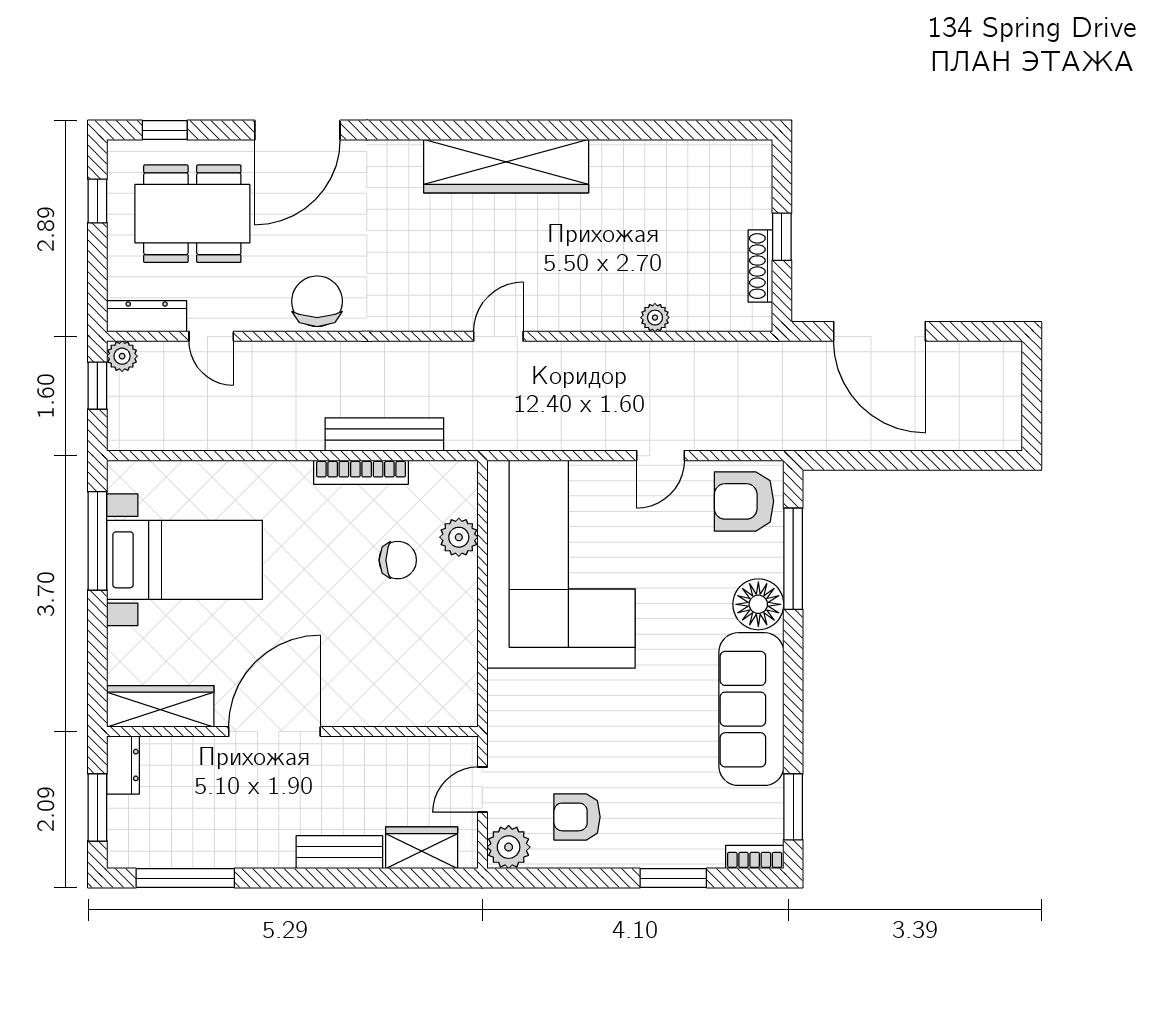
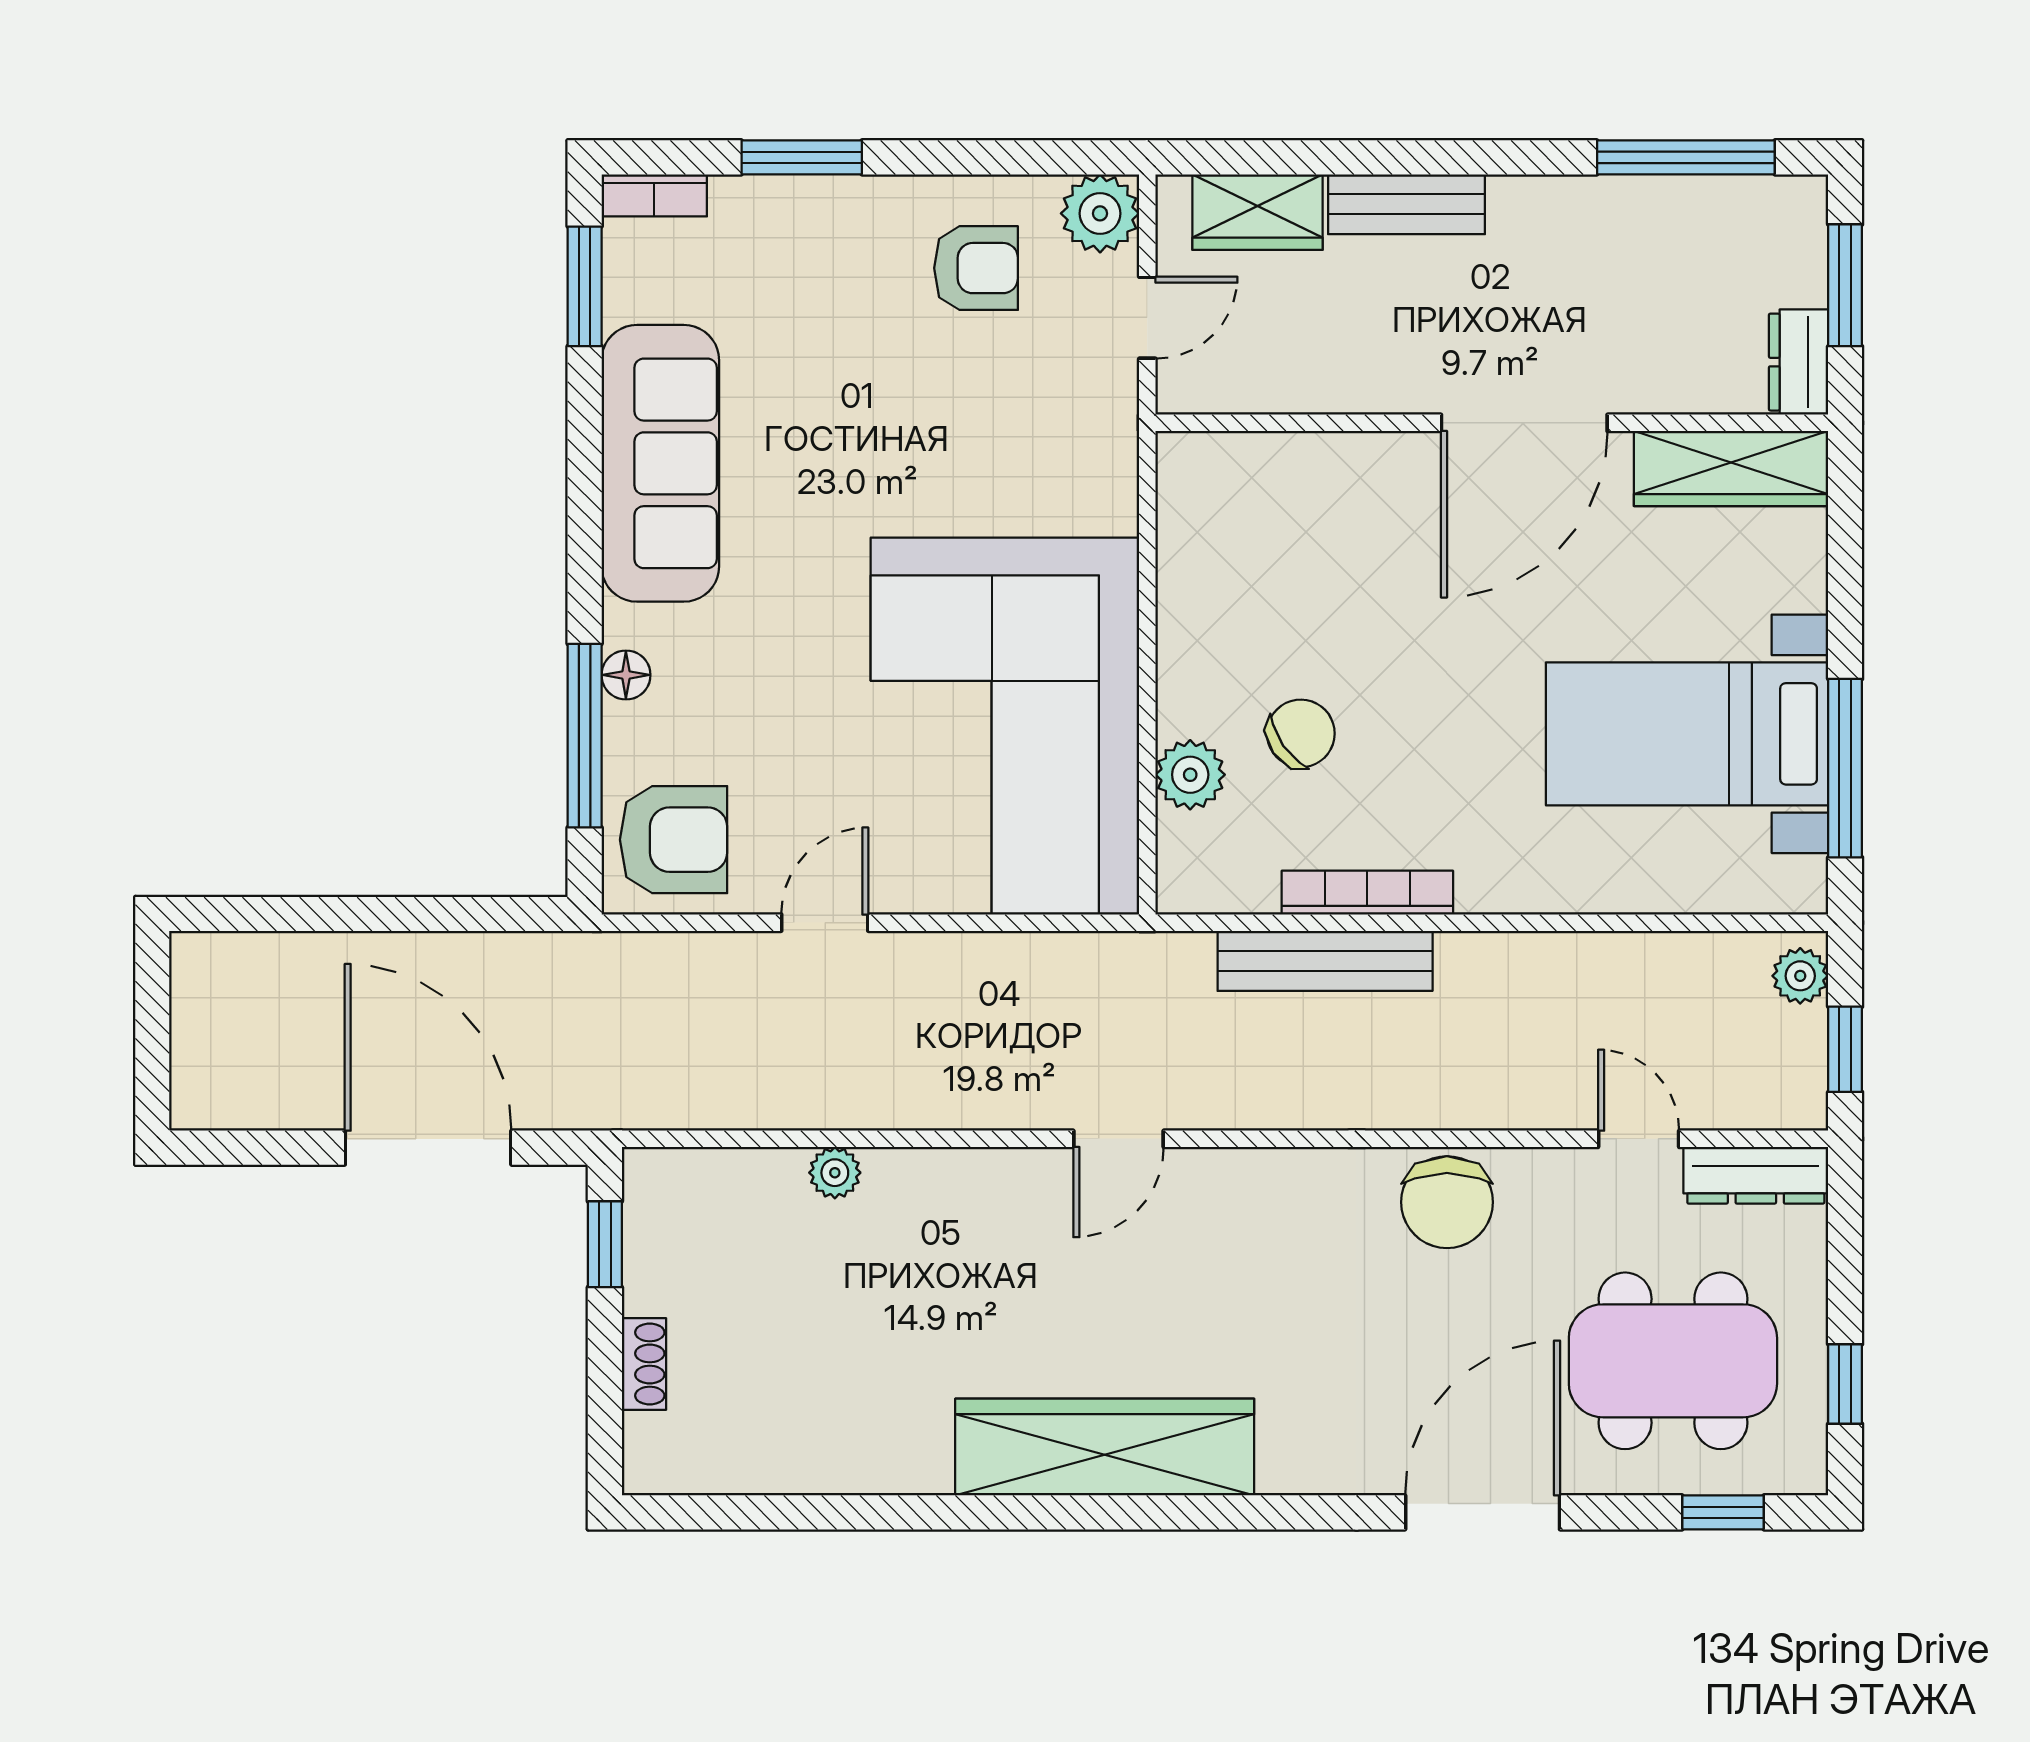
window: (782, 237) -> (605, 1244), moved
shoe rack: (760, 266) -> (644, 1364), moved, width x0.70
plant: (122, 356) -> (1800, 976), moved
chair: (398, 560) -> (1301, 733), turned 145
floor lamp: (758, 604) -> (626, 675), width x0.53, depth x0.53

